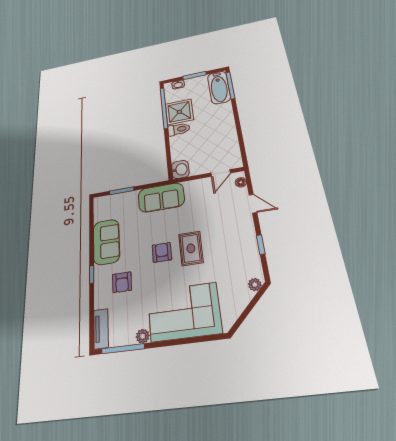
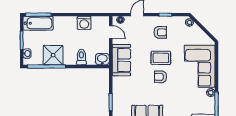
toilet: (179, 129) -> (81, 57), moved
washing machine: (228, 138) -> (84, 23), added
sofa: (161, 198) -> (121, 60), moved
armchair: (122, 282) -> (160, 32), moved

